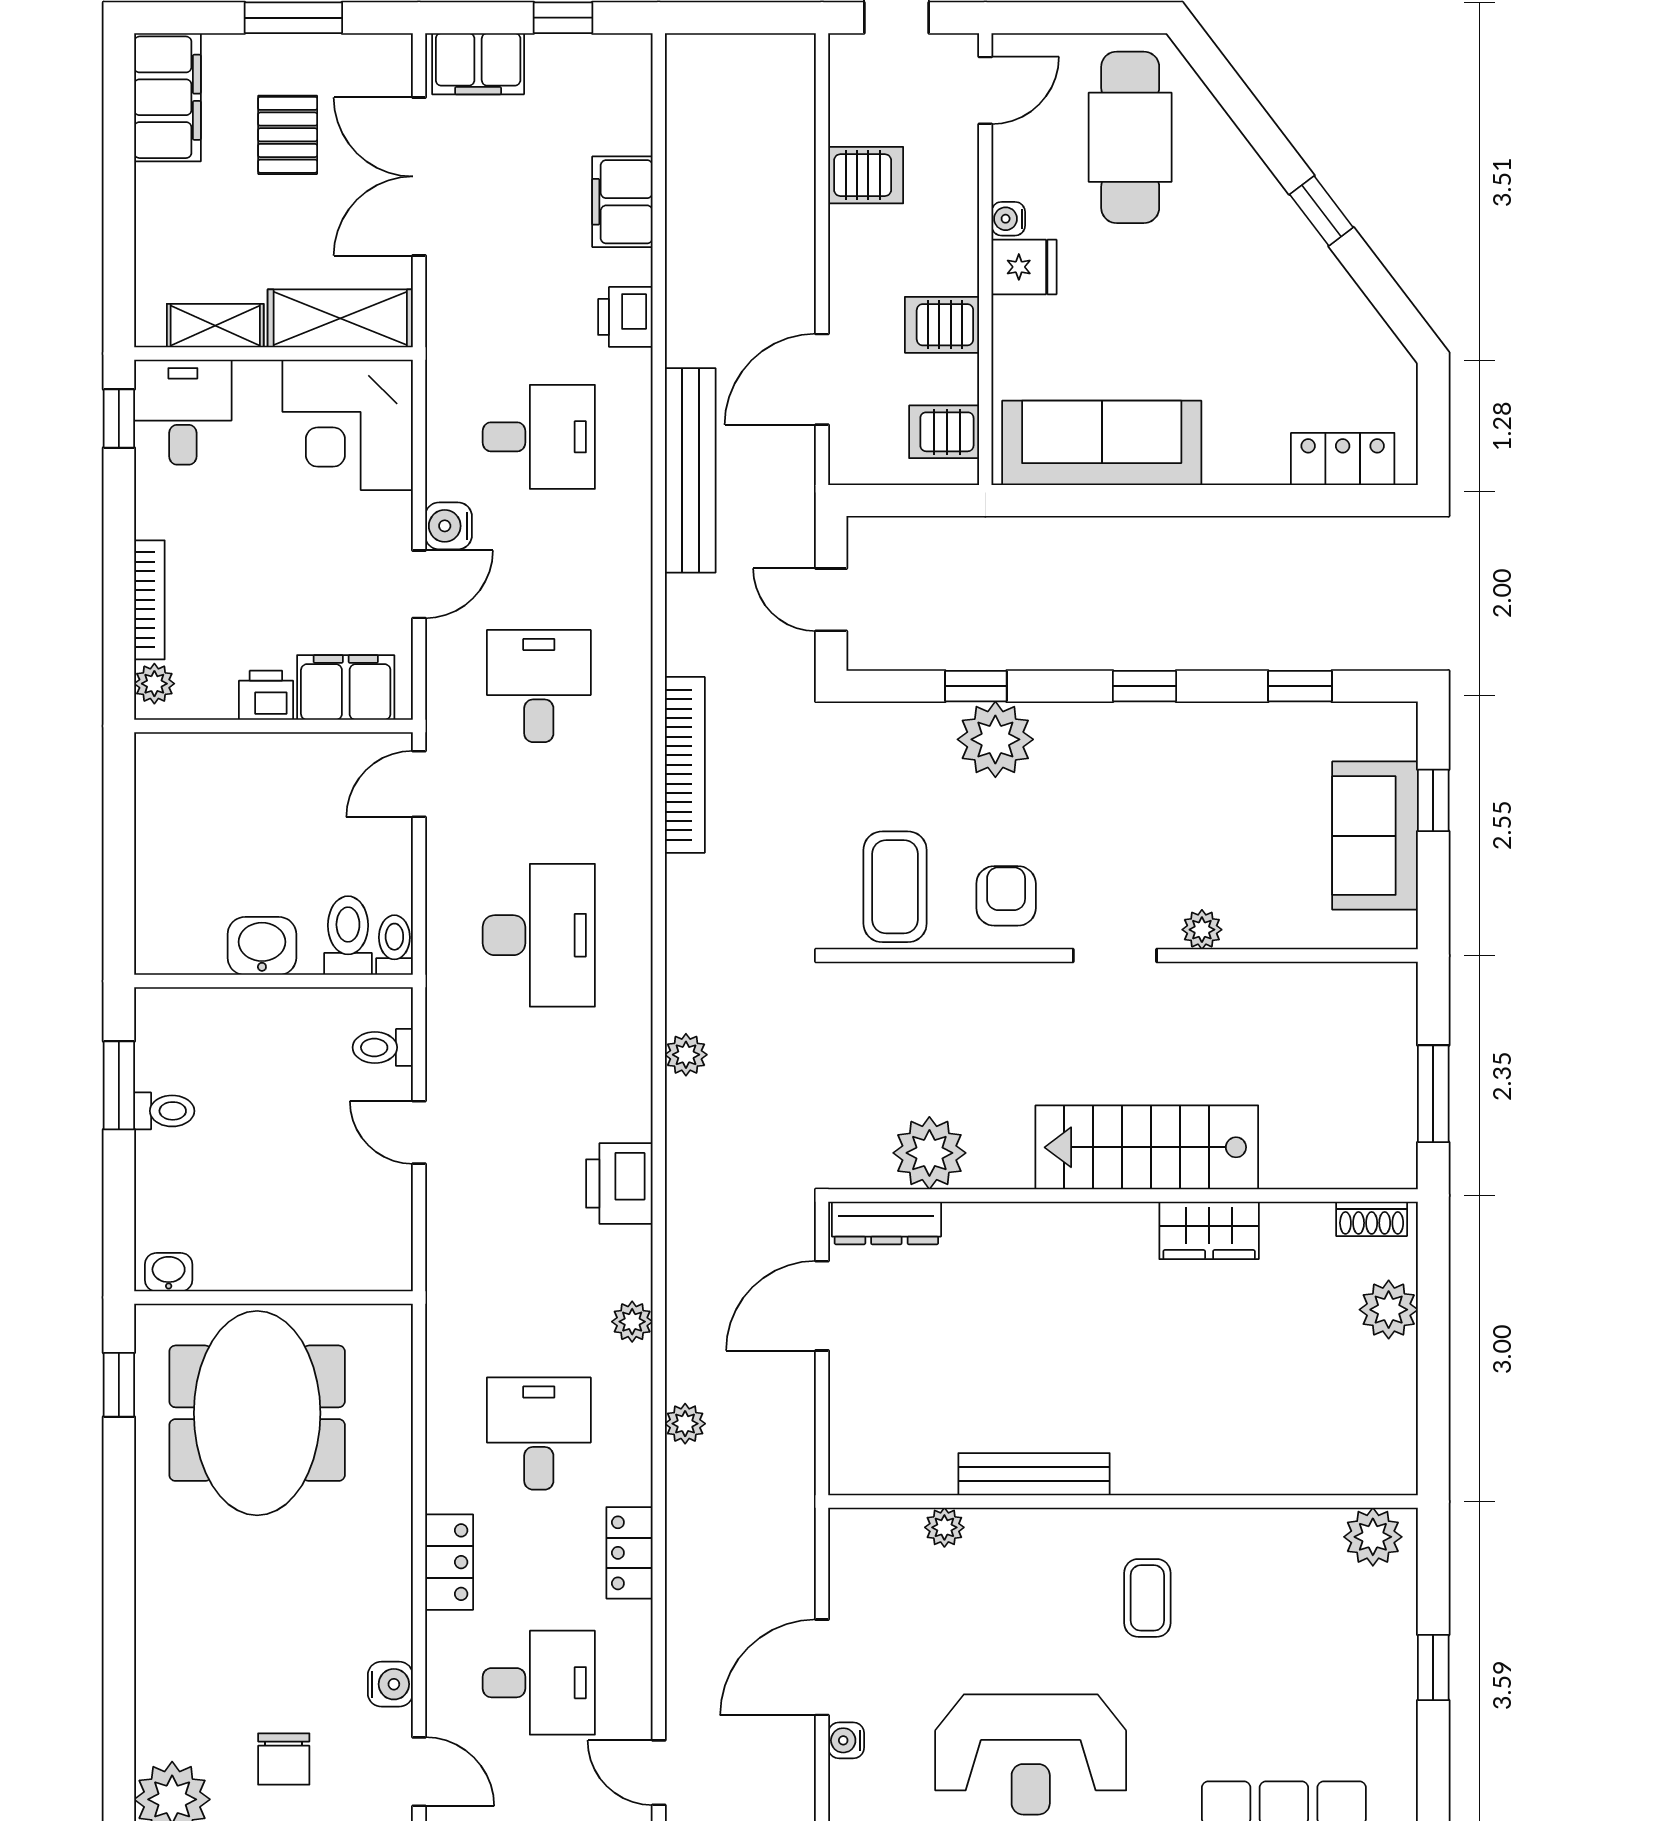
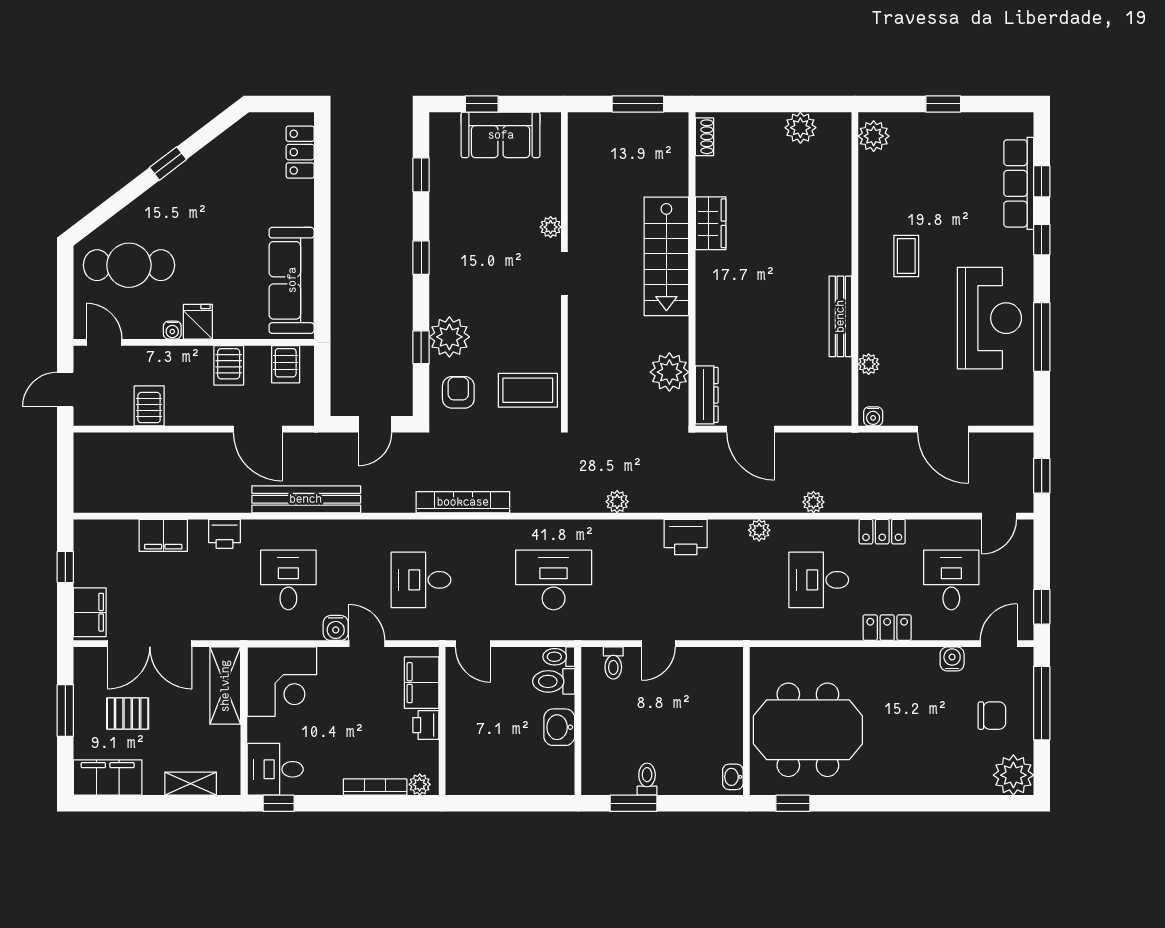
shelving: (215, 326) -> (191, 784), moved, turned 90
armchair: (1006, 896) -> (458, 392), moved, turned 90
plant: (1389, 1310) -> (800, 128), moved
coffee table: (1147, 1598) -> (906, 256), turned 90
water cooler: (846, 1740) -> (873, 416), moved

